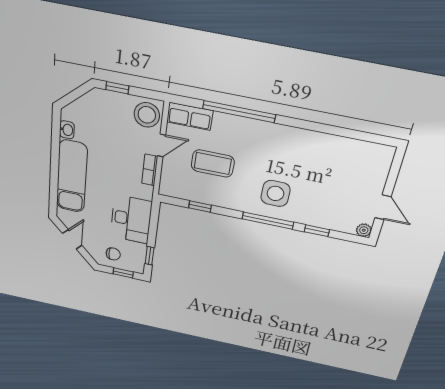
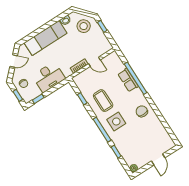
stool: (147, 115) -> (84, 26), moved
row of seats: (190, 116) -> (128, 80), moved
chair: (296, 148) -> (142, 111), added
coffee table: (213, 164) -> (103, 101), moved
door: (383, 207) -> (158, 159), moved

